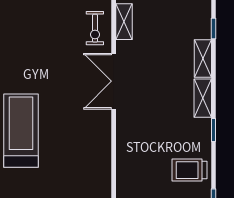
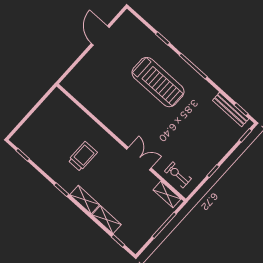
double door: (114, 81) -> (139, 159), width x0.73
trolley: (189, 170) -> (83, 156), moved

